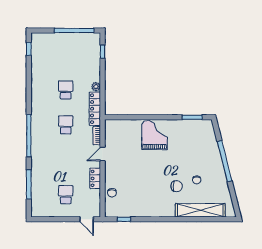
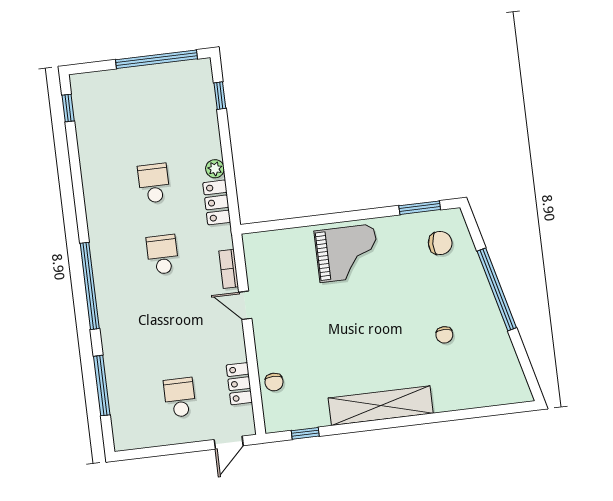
locker: (95, 109) -> (217, 202), width x0.66
grand piano: (155, 135) -> (347, 253), turned 90
door: (103, 154) -> (245, 305), hinge flipped
locker: (95, 178) -> (239, 384), moved
chair: (177, 186) -> (440, 243), moved
shelving: (200, 210) -> (381, 406), moved
door: (87, 219) -> (229, 443), hinge flipped

